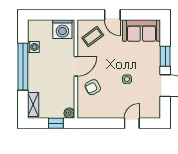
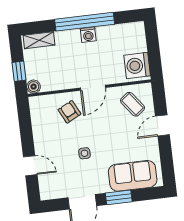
sofa: (141, 31) -> (133, 176), moved, turned 90
washing machine: (33, 47) -> (88, 35), moved
door: (76, 66) -> (93, 88), hinge flipped

